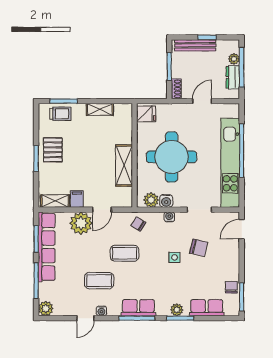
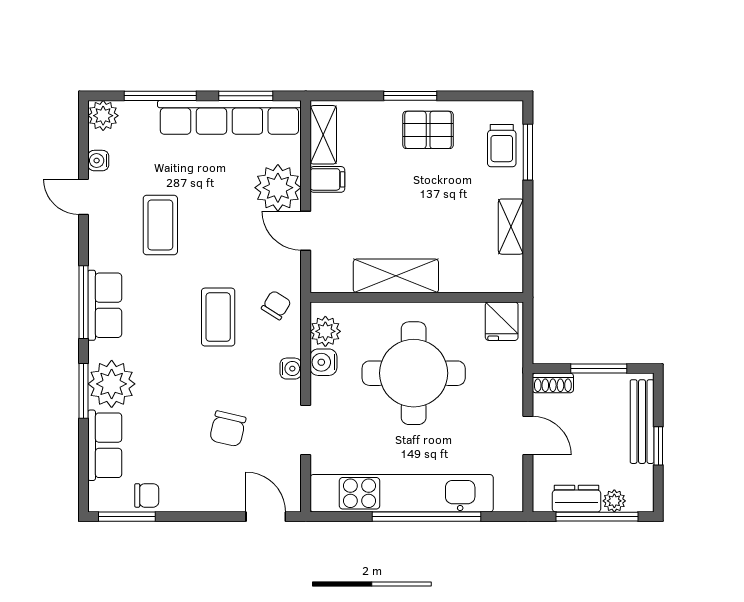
coffee table: (125, 253) -> (218, 317), moved
side table: (174, 257) -> (208, 379), removed
plant: (177, 310) -> (112, 384), width x1.88, depth x1.88
water cooler: (101, 311) -> (98, 161), moved

